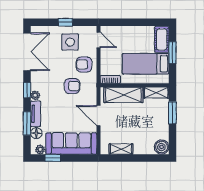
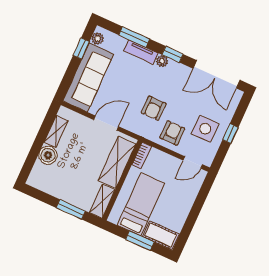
floor lamp: (36, 133) -> (118, 43), removed
boiler: (162, 147) -> (48, 155), moved

